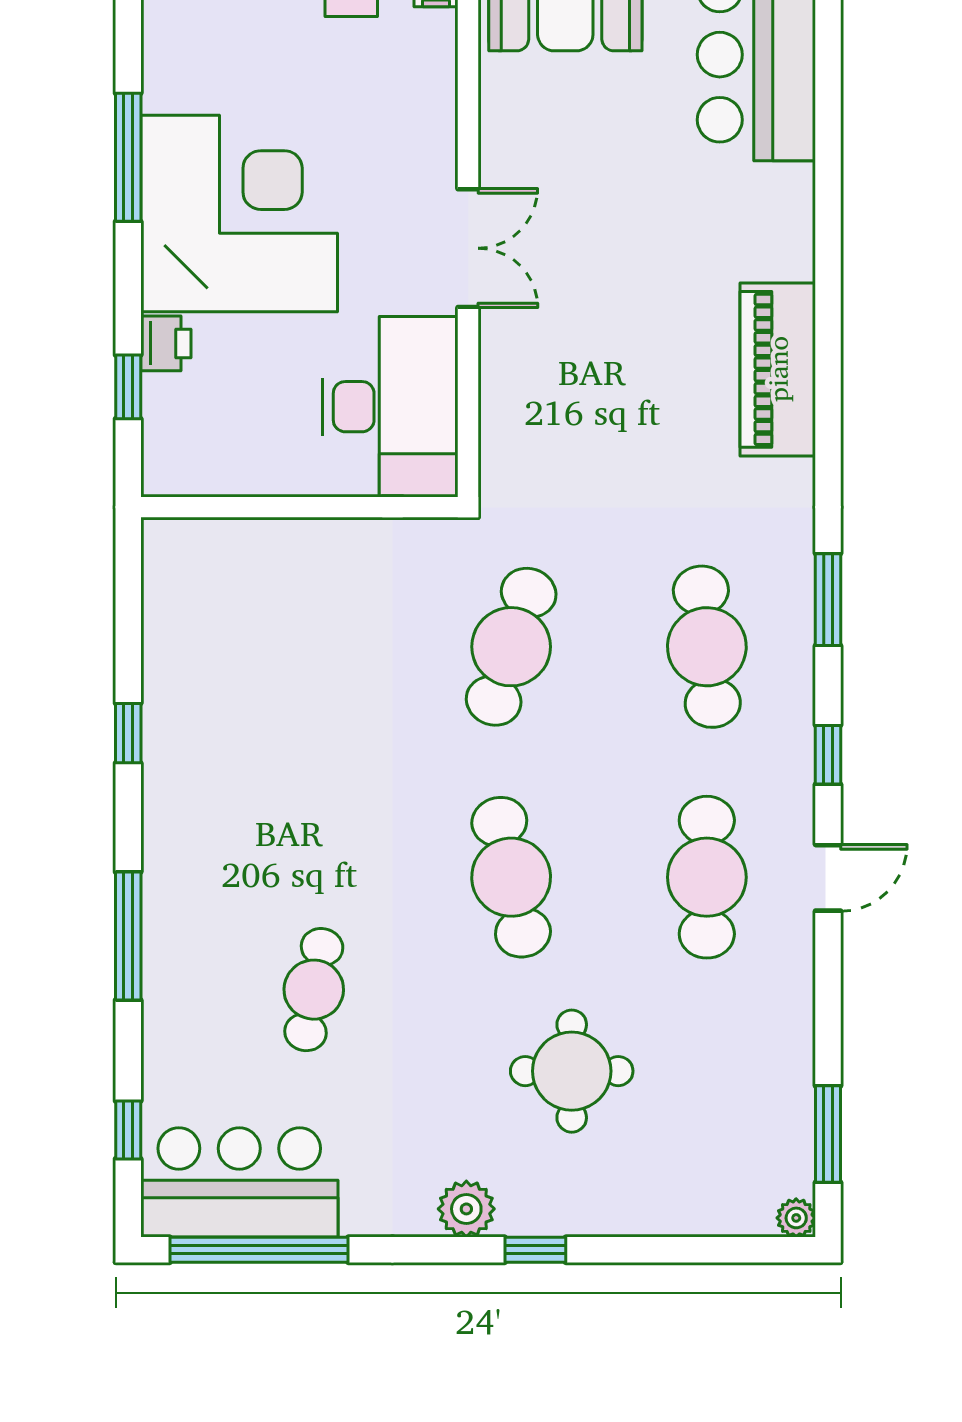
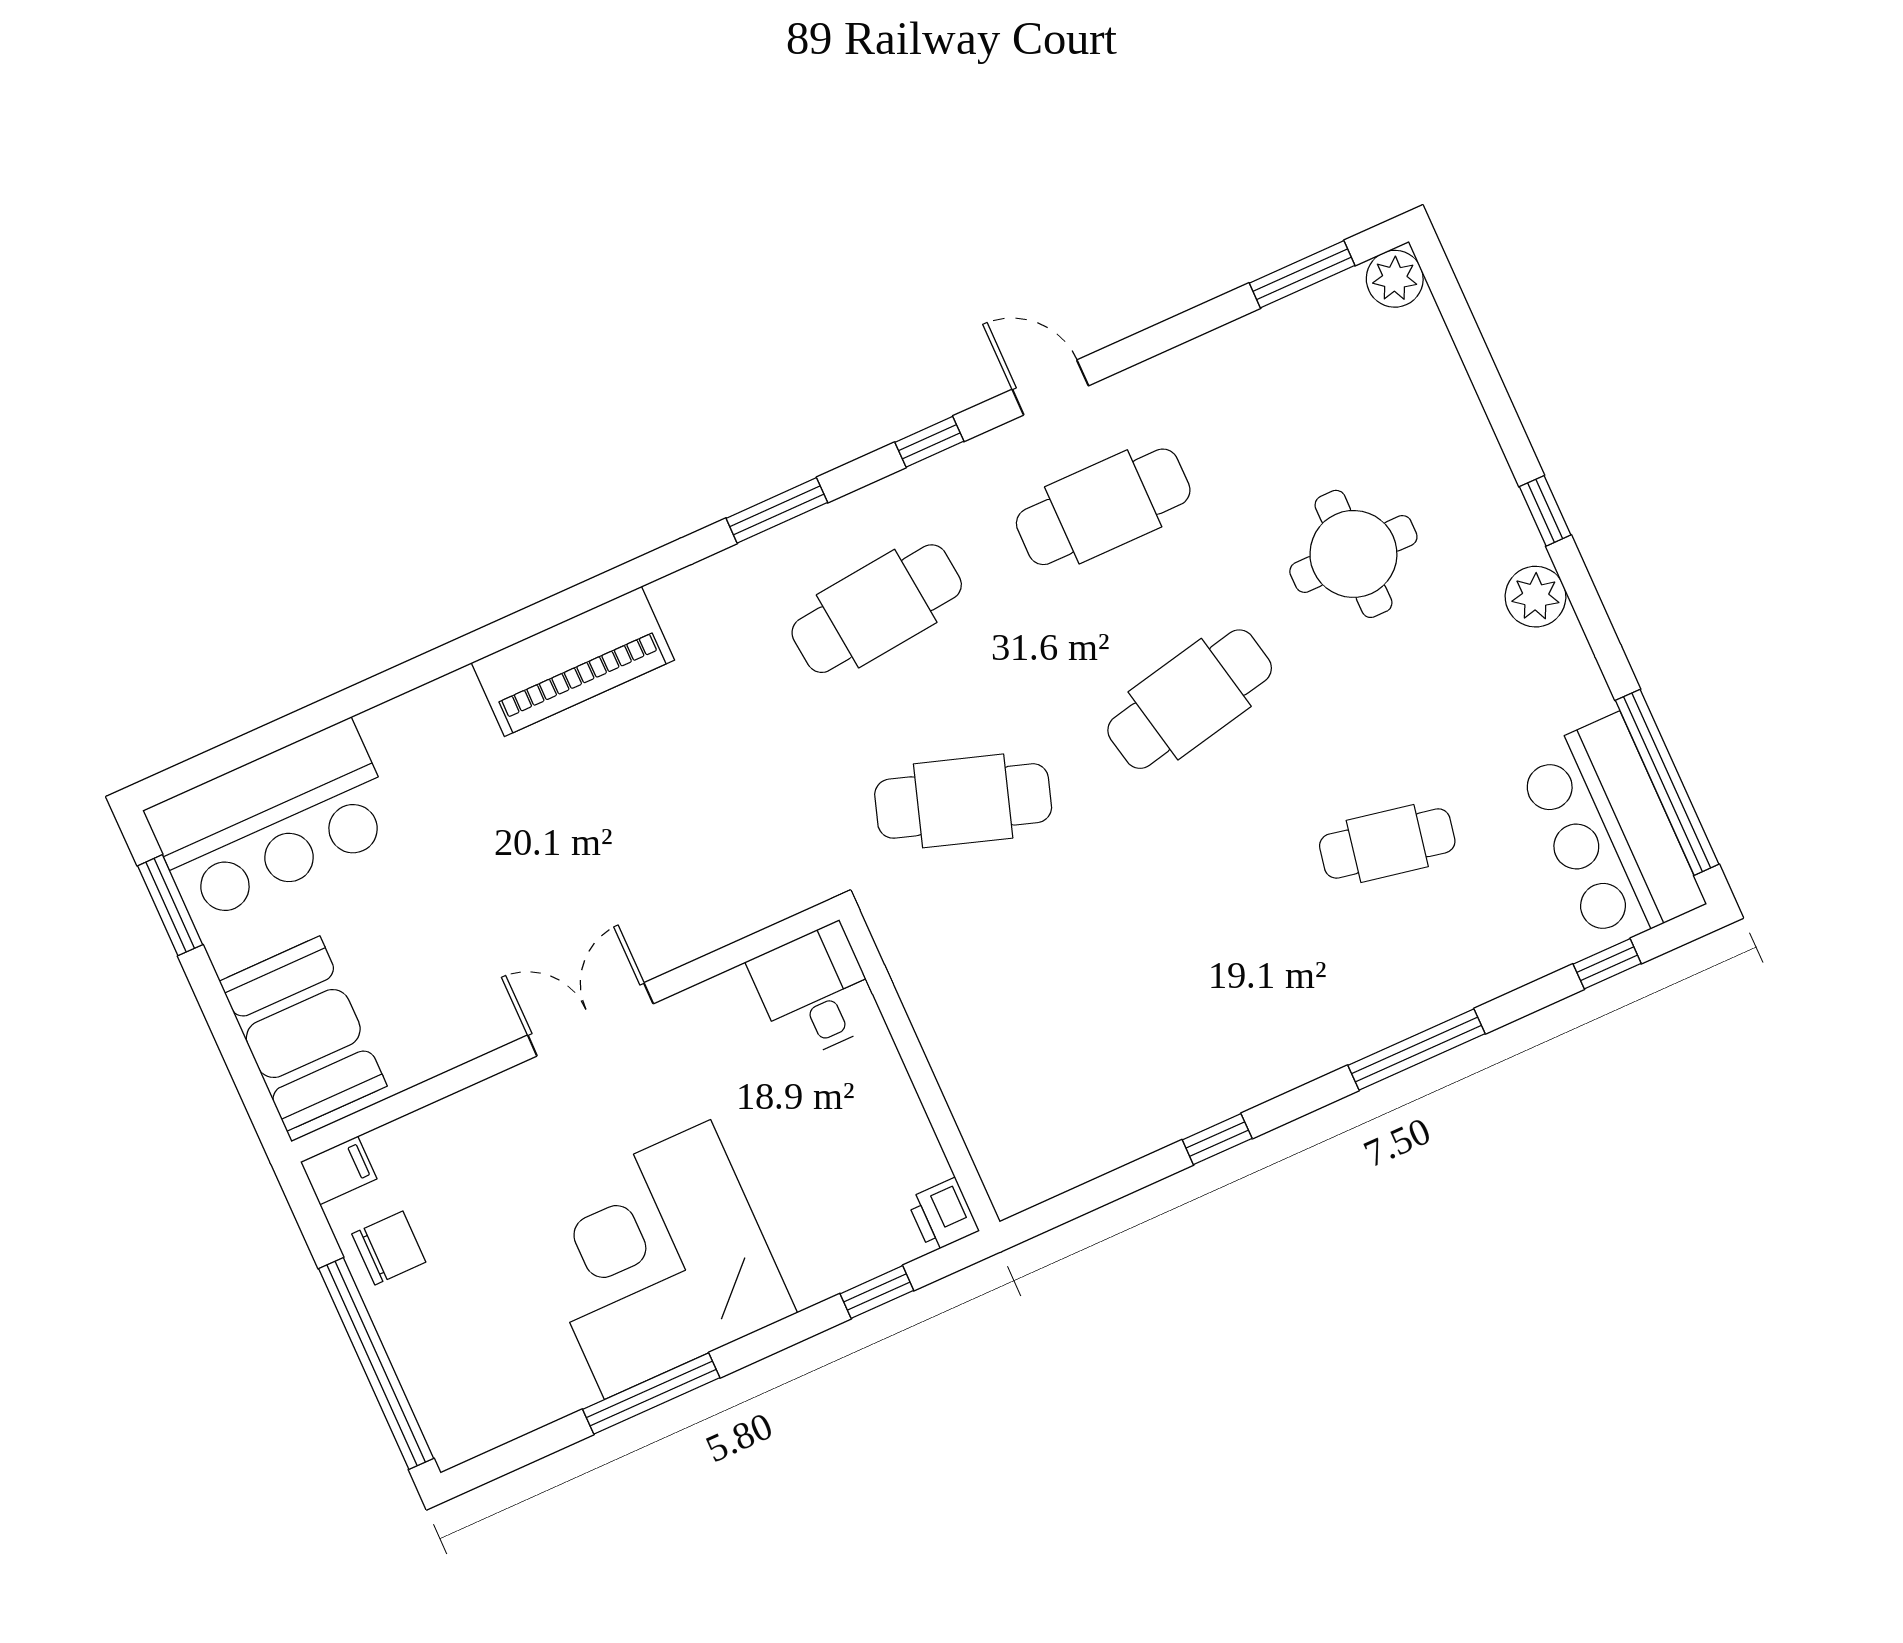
printer: (166, 343) -> (943, 1215), moved, turned -90
desk: (390, 407) -> (815, 992), width x0.53, depth x0.77
plant: (796, 1218) -> (1395, 279), width x1.38, depth x1.38

